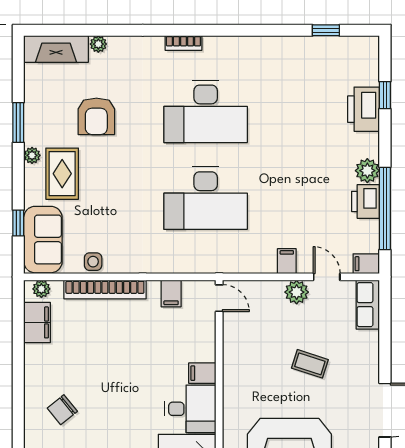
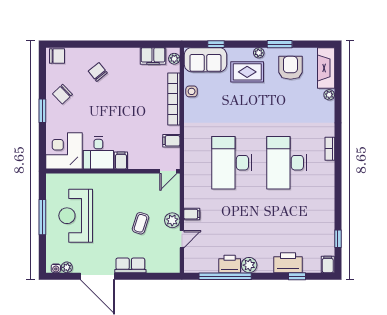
armchair: (96, 116) -> (290, 68), moved, turned 90
filing cabinet: (366, 264) -> (328, 264), moved
row of seats: (368, 305) -> (130, 265), moved
coffee table: (310, 364) -> (140, 223), moved

